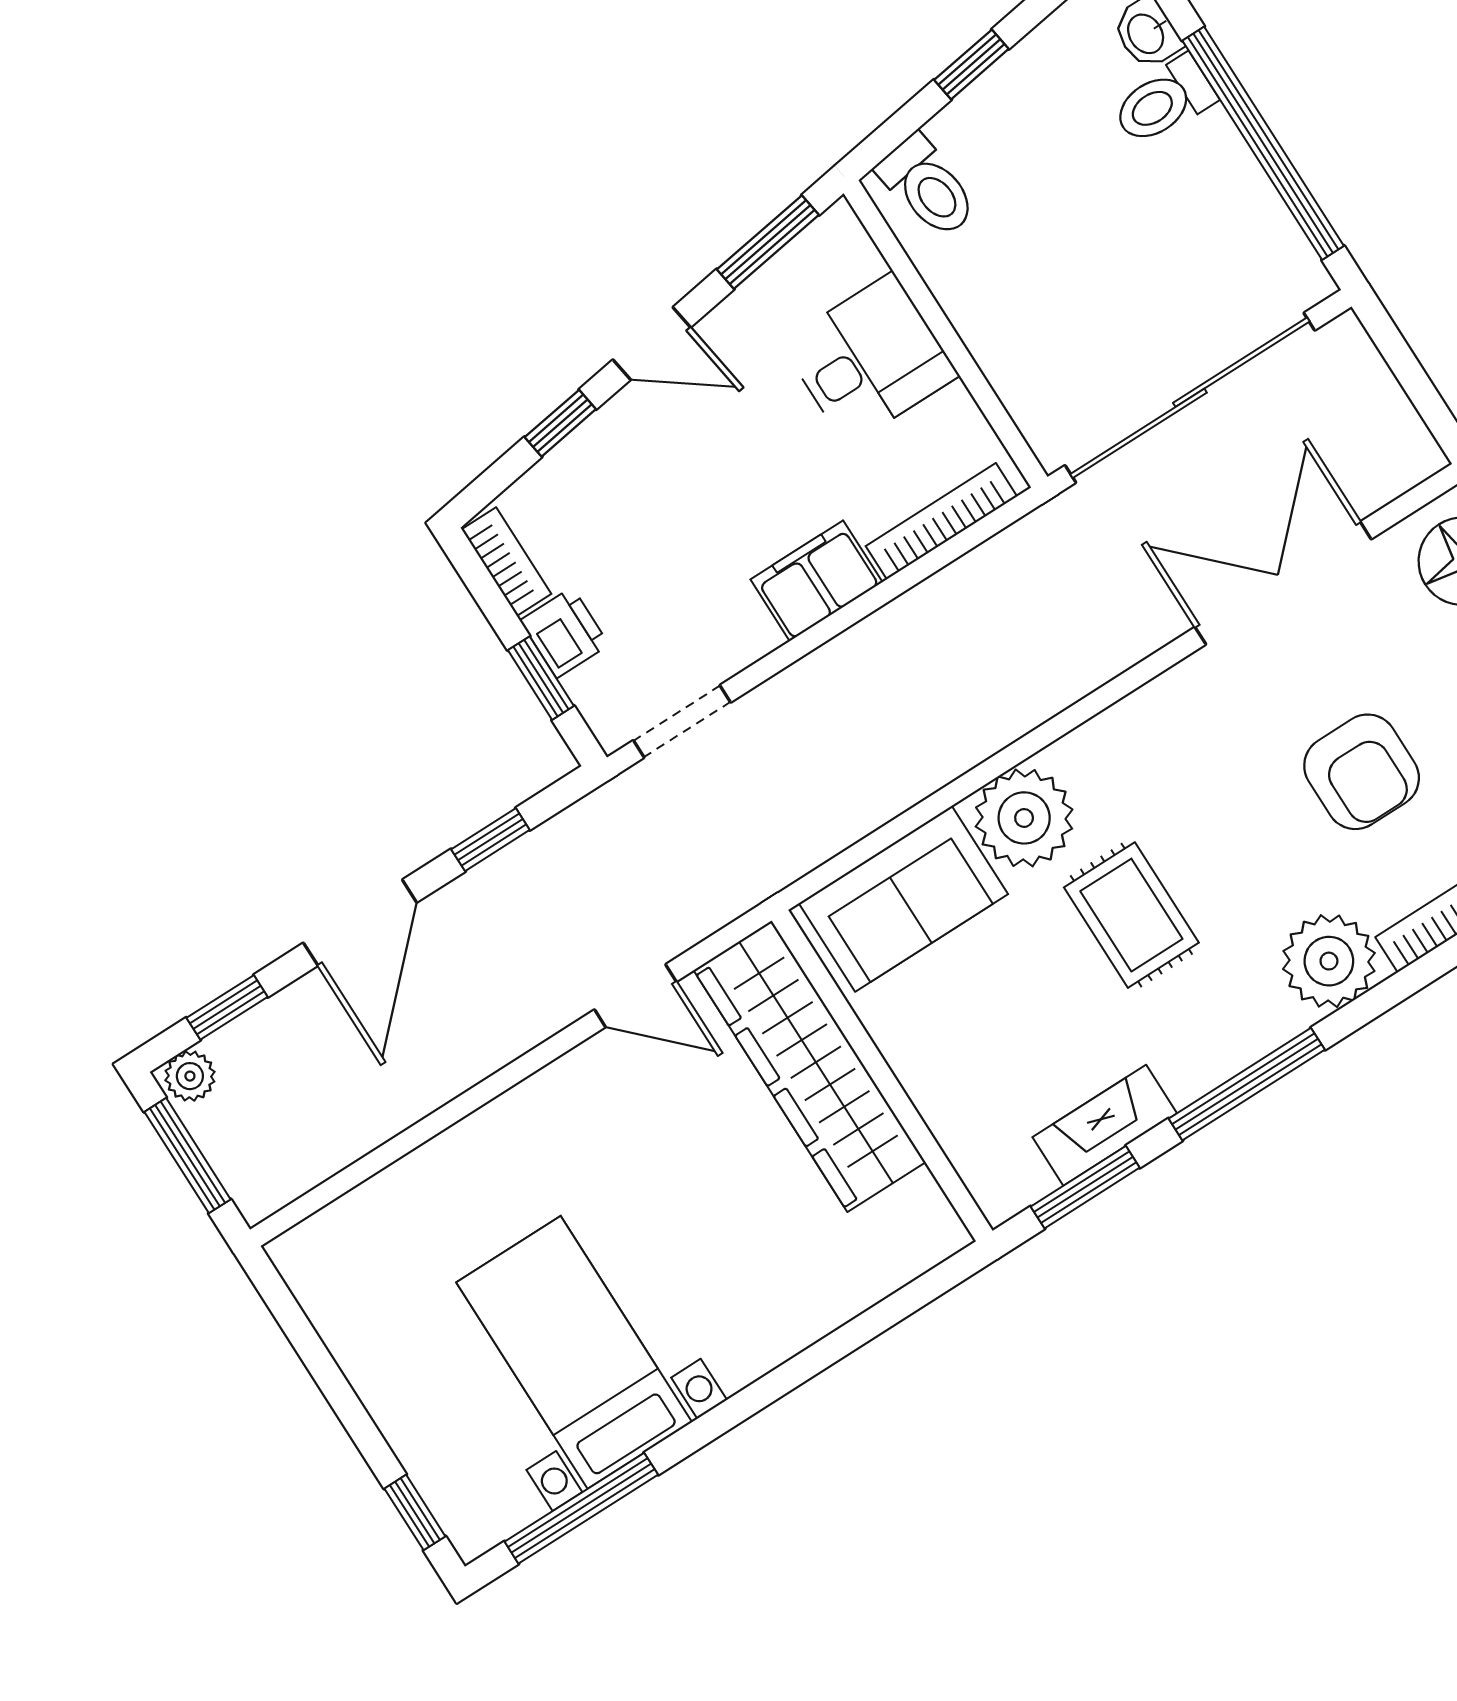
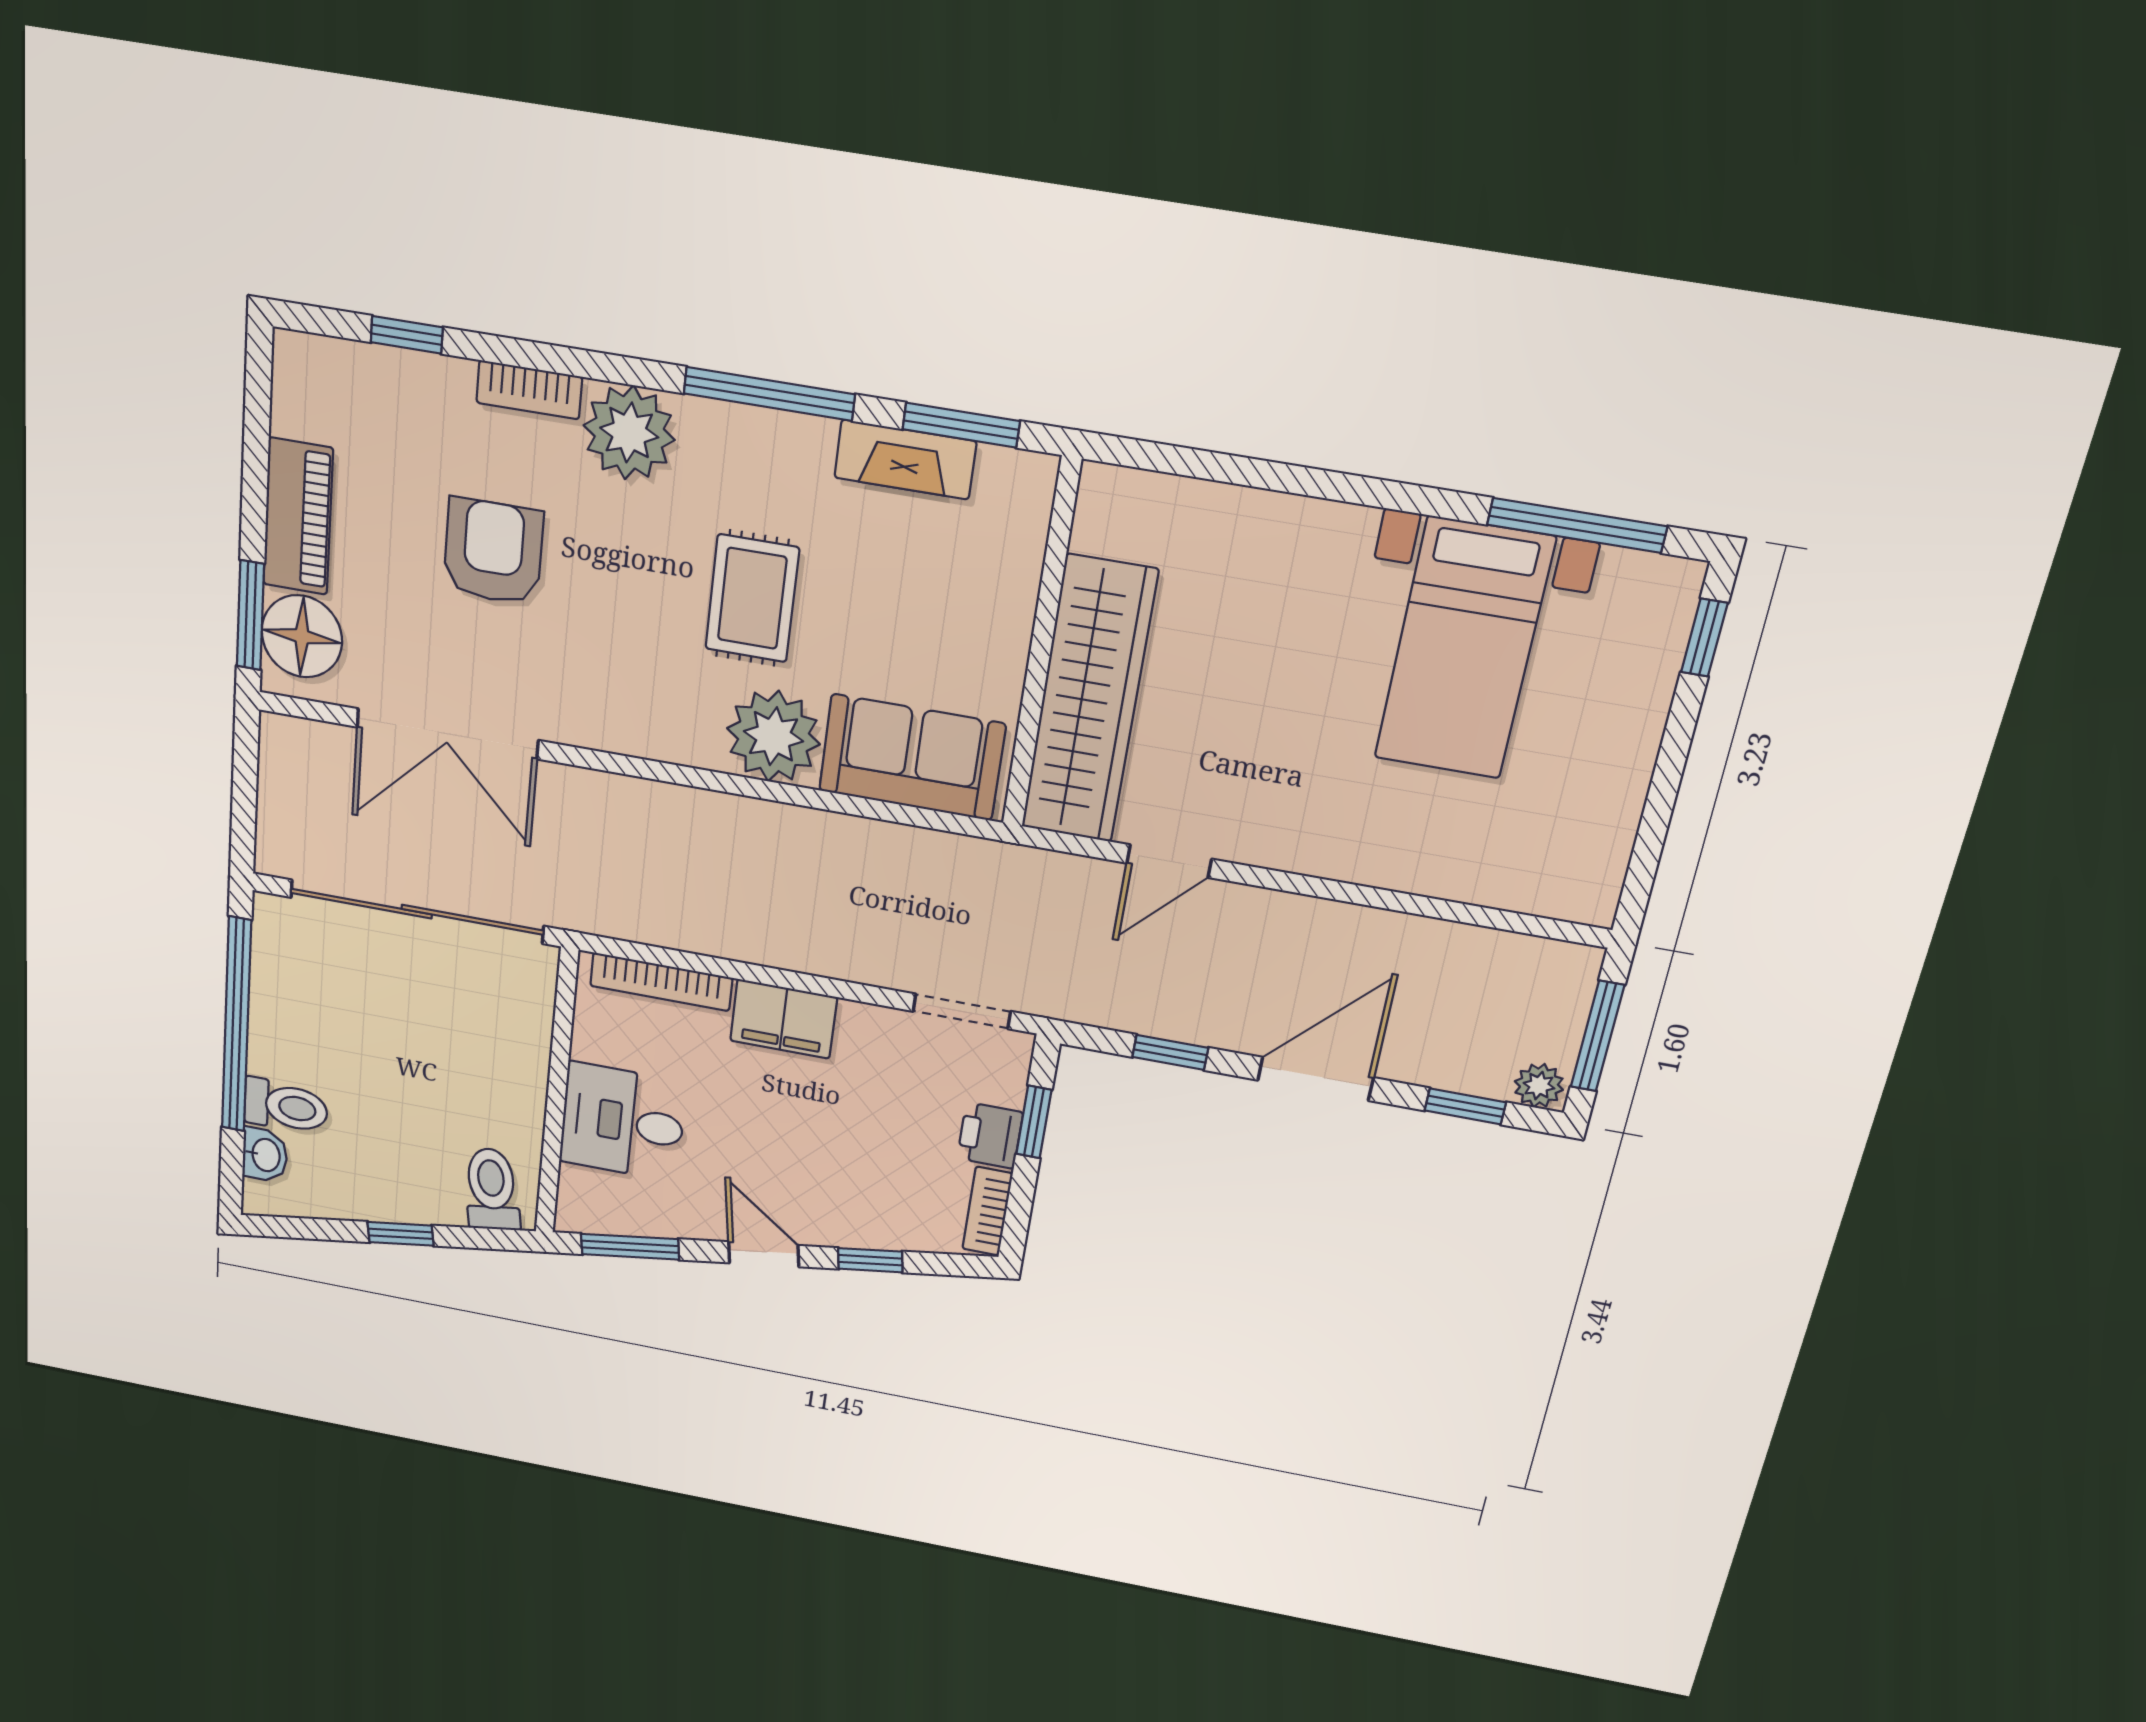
door: (636, 996) -> (1169, 861), swing flipped

